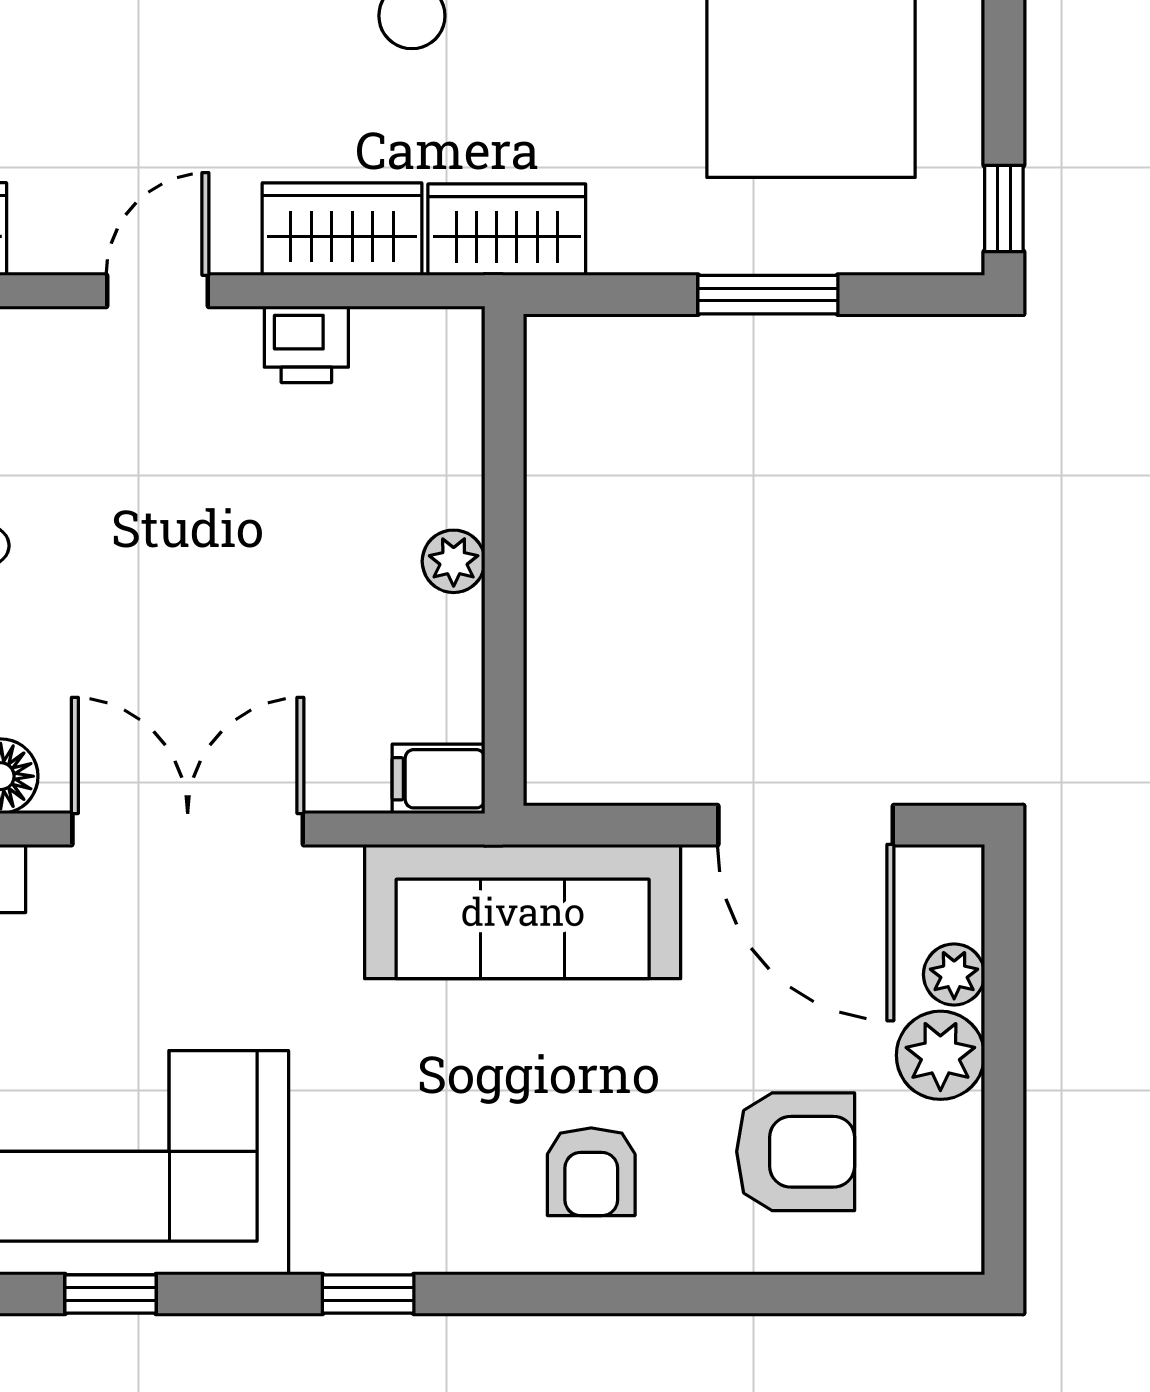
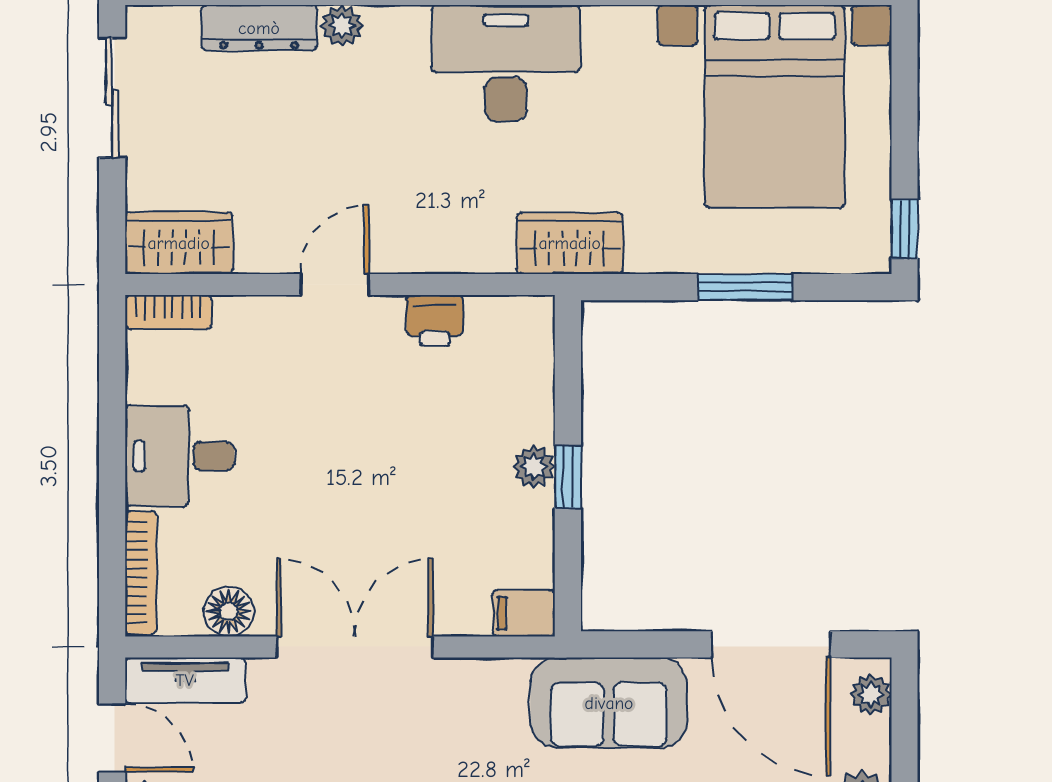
wardrobe: (342, 229) -> (459, 243), removed
window: (504, 577) -> (568, 477), added
sofa: (523, 911) -> (609, 703), width x0.73
plant: (954, 974) -> (871, 695), moved

